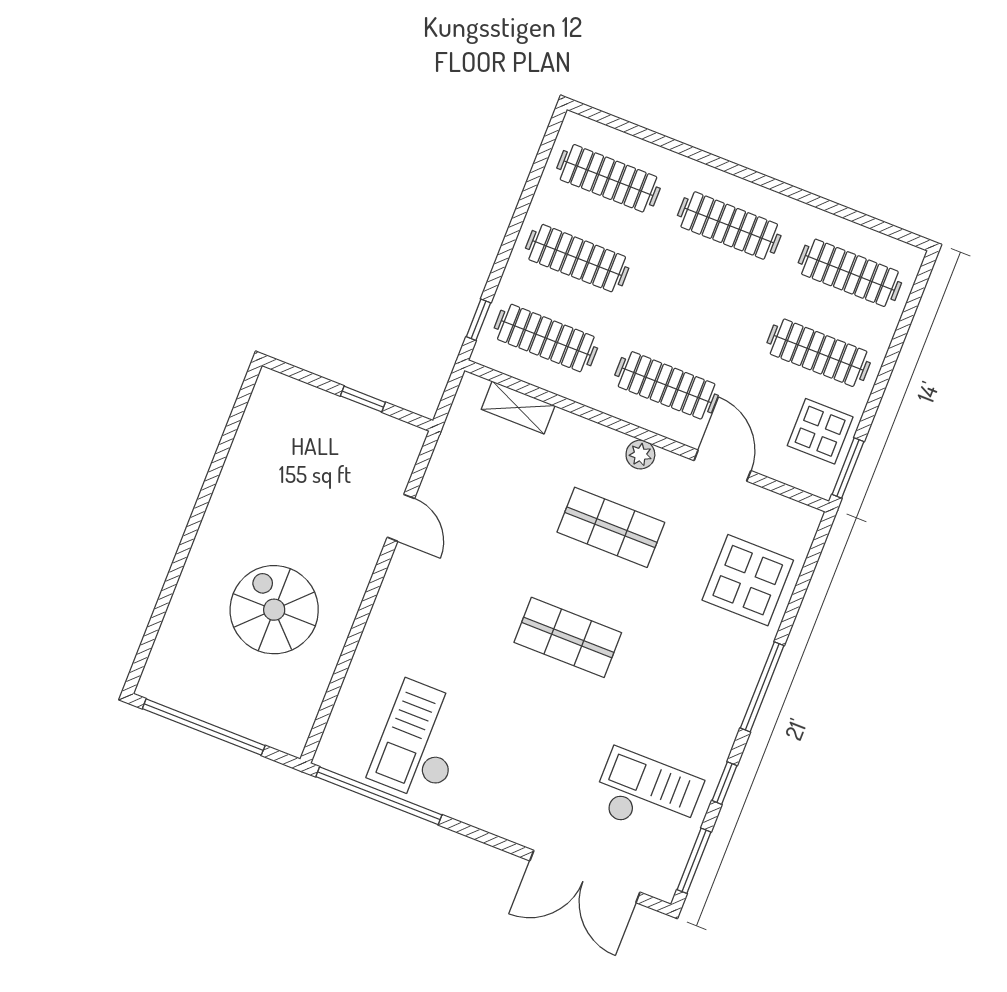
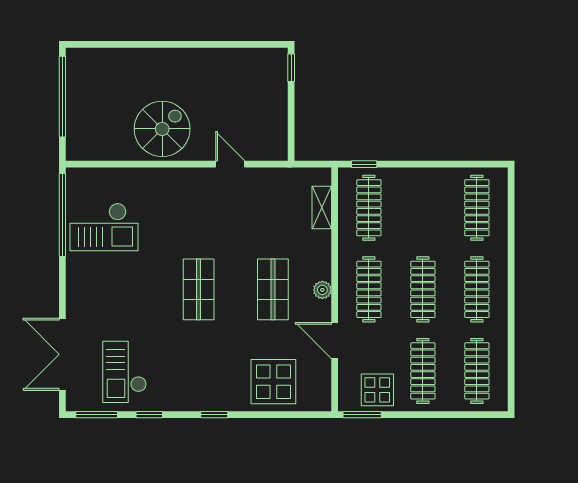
clothes rail: (577, 258) -> (423, 289), moved
window: (363, 399) -> (291, 68), moved
door: (722, 466) -> (335, 341), swing flipped
door: (401, 518) -> (230, 164), swing flipped
spiral stairs: (274, 610) -> (162, 129), moved
window: (762, 687) -> (214, 415), width x0.46
checkout: (421, 741) -> (104, 227), turned 180
checkout: (647, 795) -> (125, 372), turned 180

